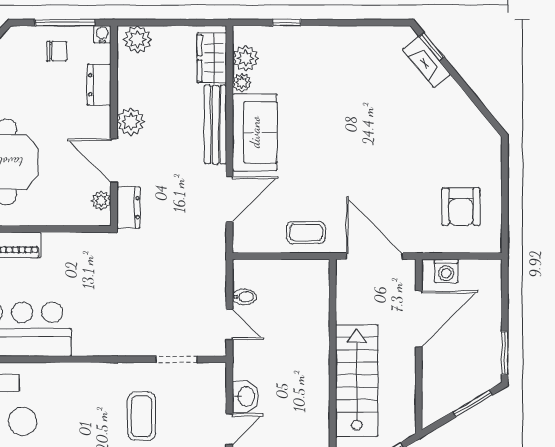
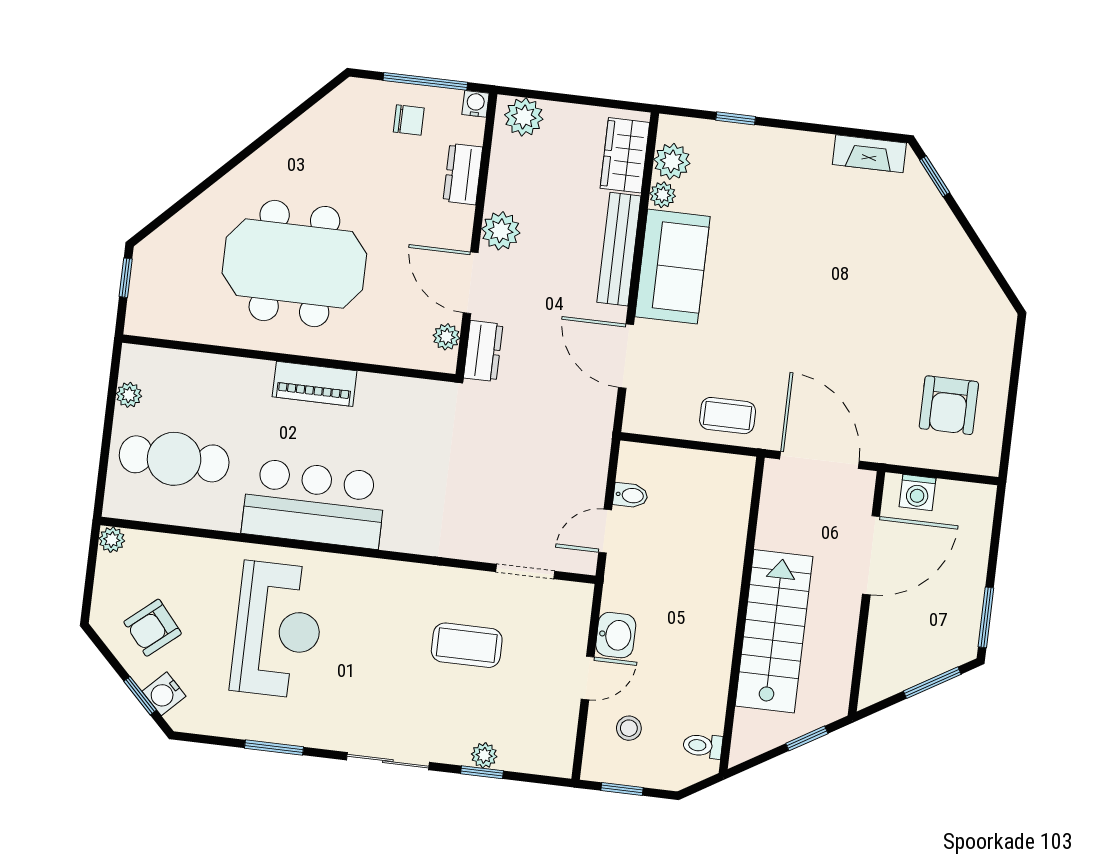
fireplace: (426, 62) -> (869, 154), moved, turned -51
door: (229, 199) -> (626, 356), swing flipped
door: (229, 324) -> (605, 531), swing flipped
coffee table: (142, 416) -> (467, 645), turned 90

